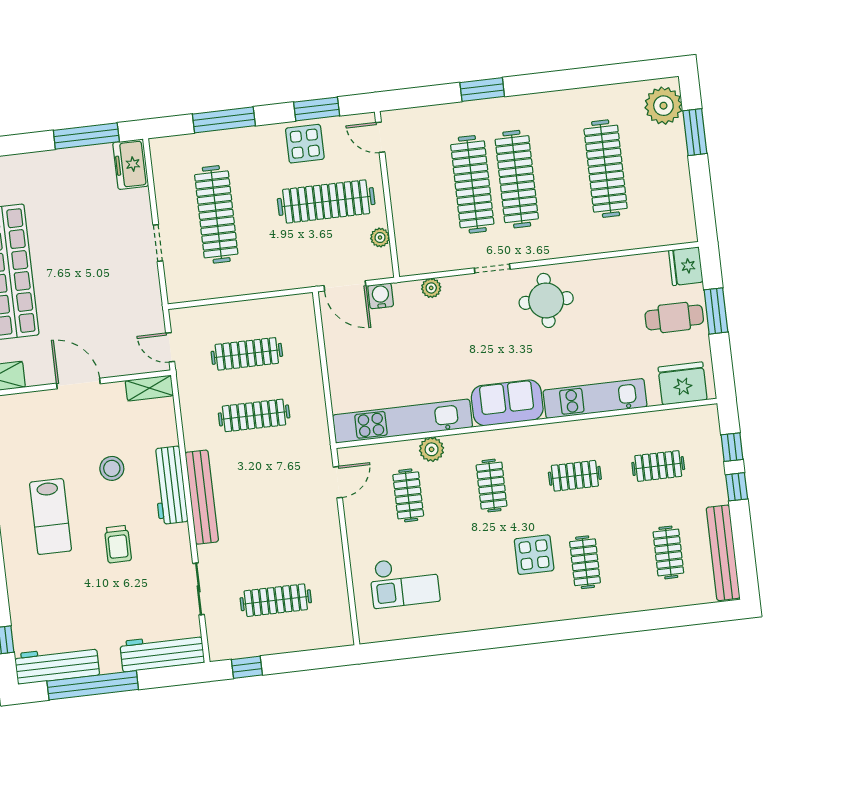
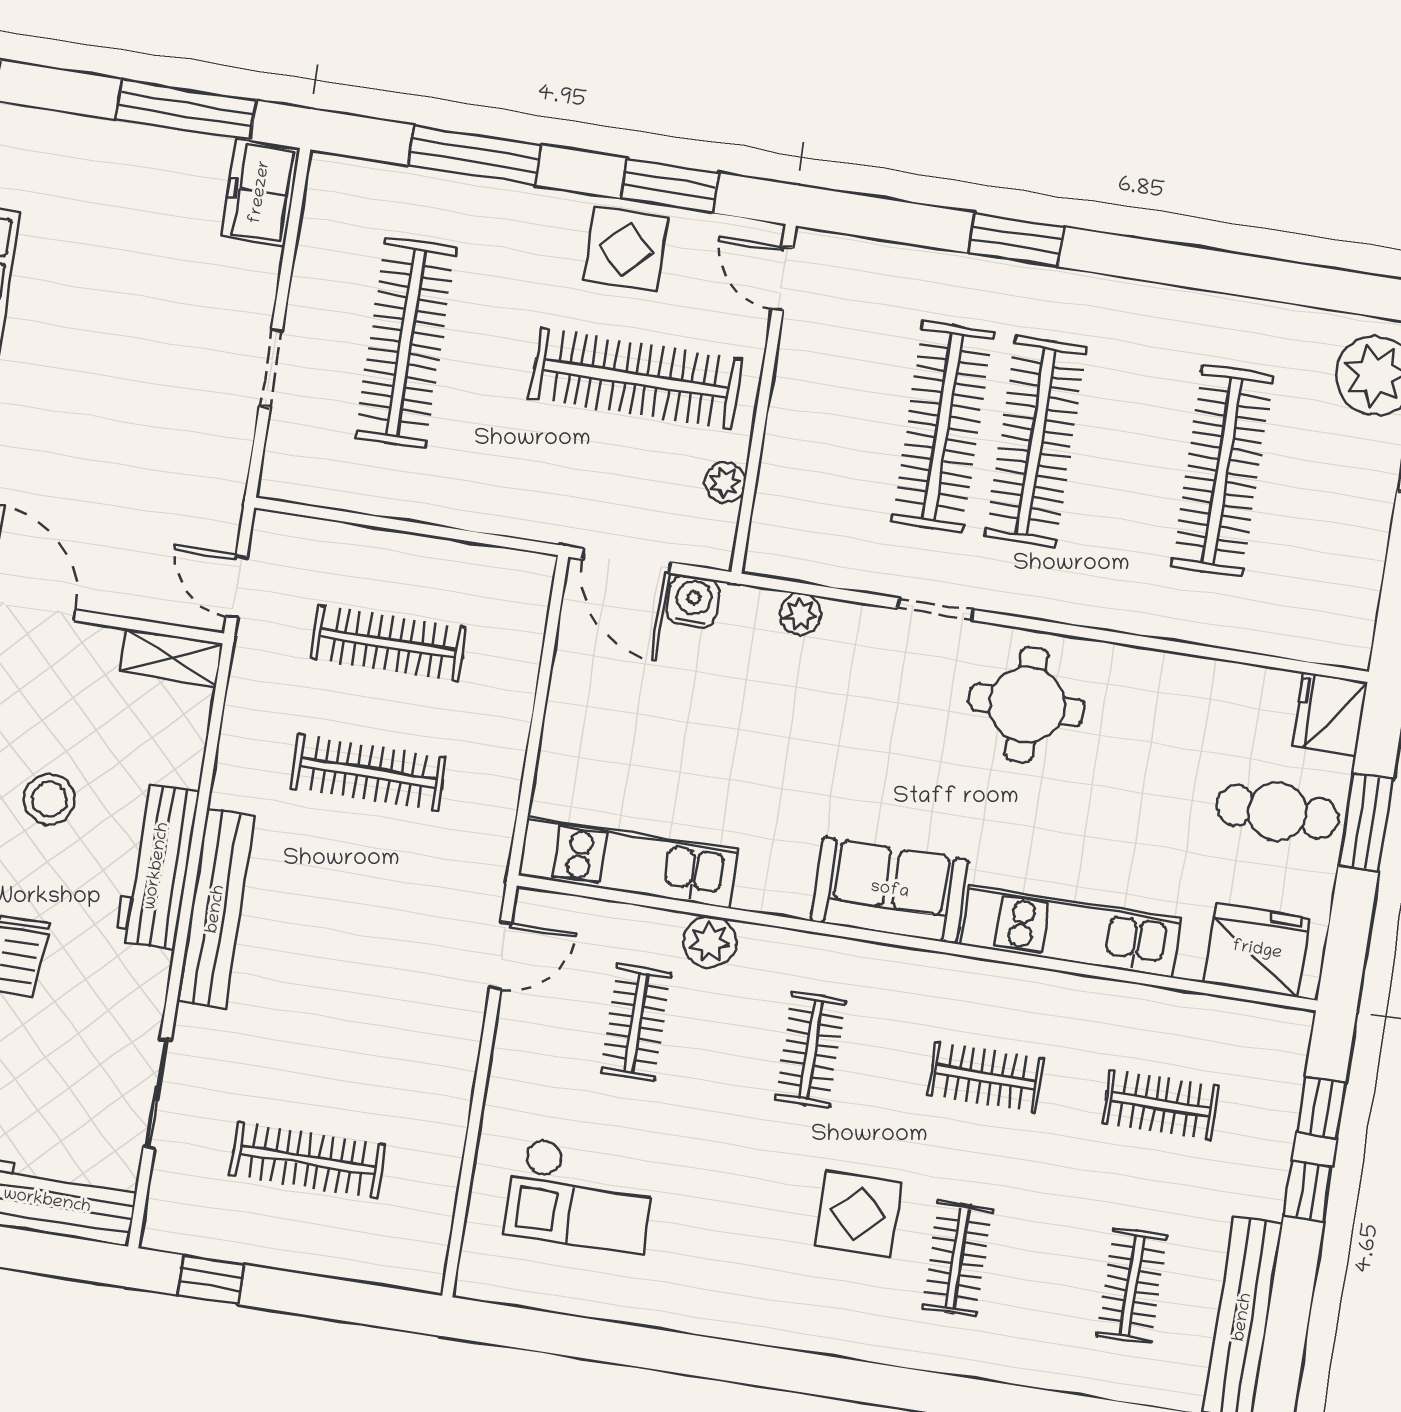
kitchen unit: (403, 421) -> (628, 862), width x0.73

